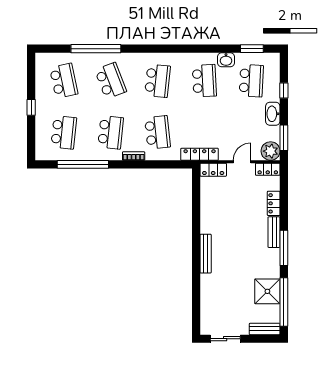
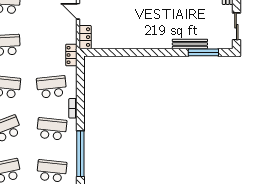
locker: (200, 154) -> (71, 55), width x0.66
bench: (206, 254) -> (190, 44), moved
window: (196, 302) -> (203, 52), added

